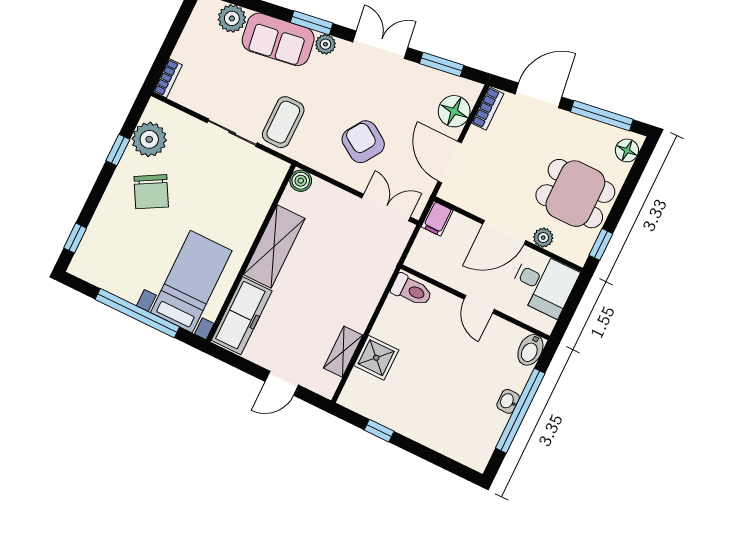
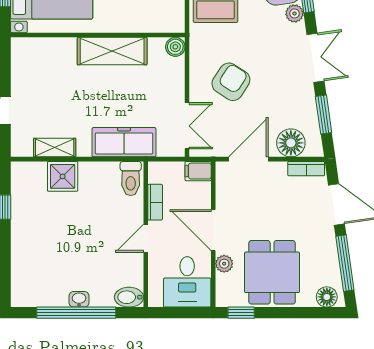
bookcase: (447, 277) -> (155, 202), added
freezer: (242, 316) -> (124, 142), moved, turned 180

